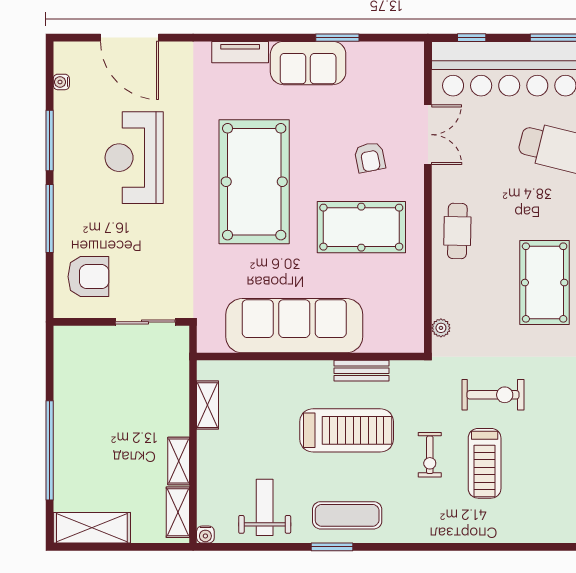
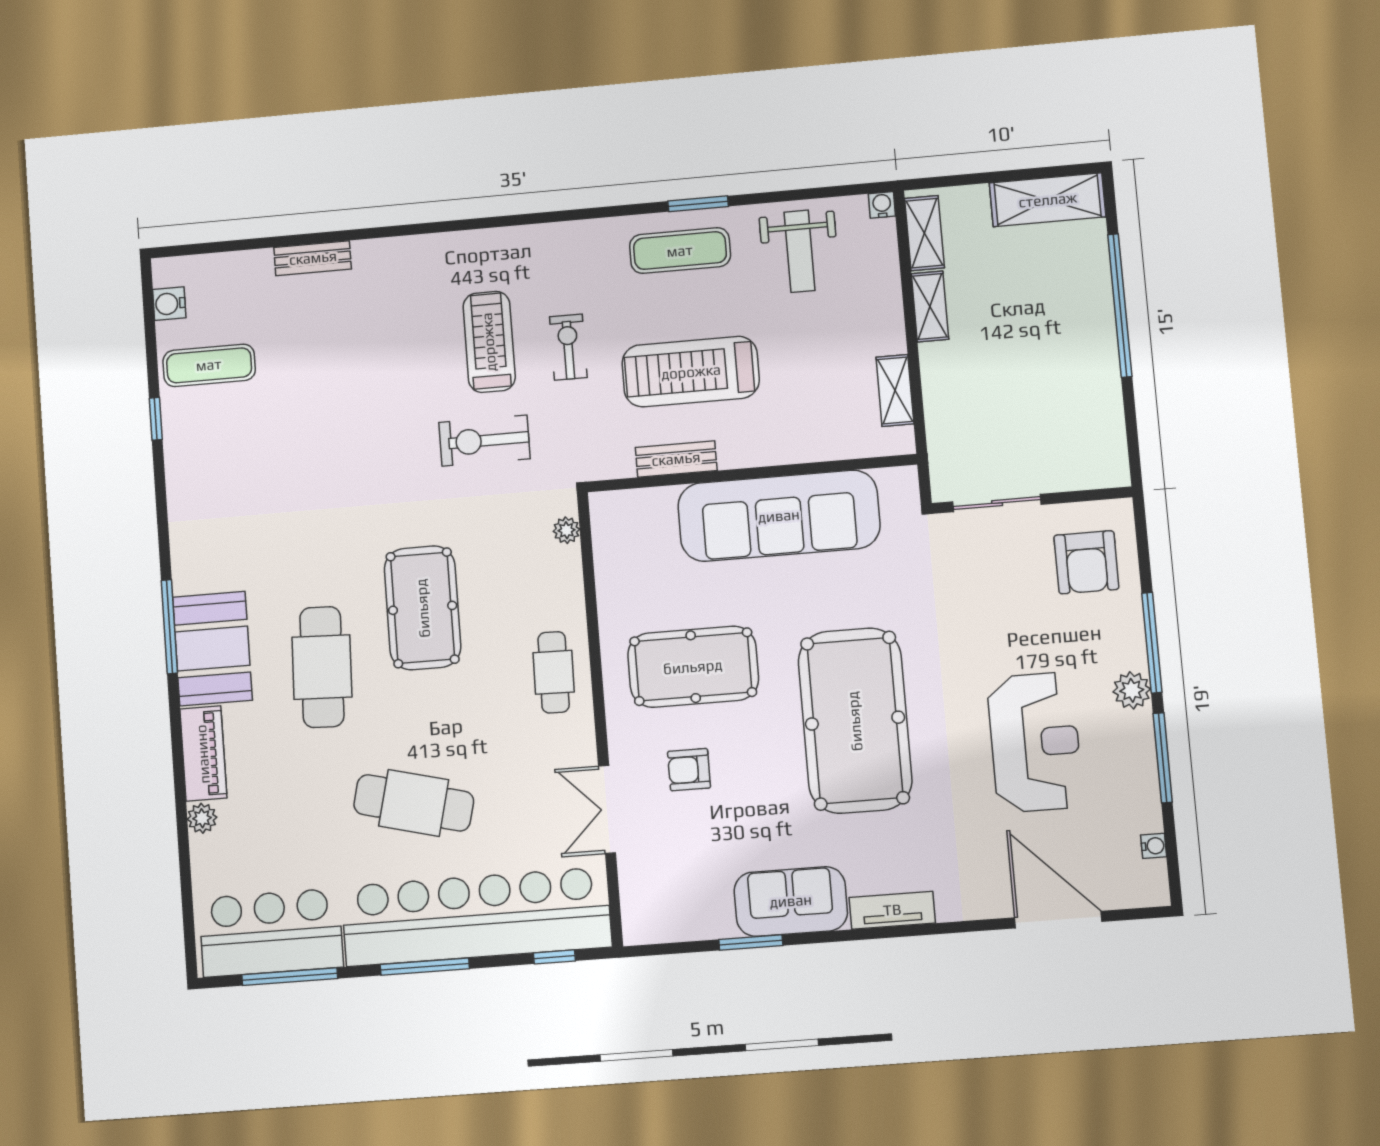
armchair: (370, 157) -> (689, 770), turned -79
plant: (66, 187) -> (1132, 690), added
armchair: (88, 277) -> (1086, 562), turned -90

